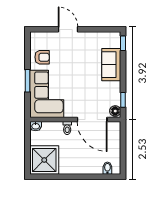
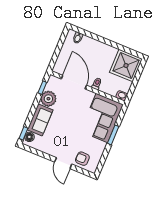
armchair: (42, 57) -> (82, 159), moved
plant: (112, 91) -> (48, 99), added
floor lamp: (115, 111) -> (29, 137), moved

